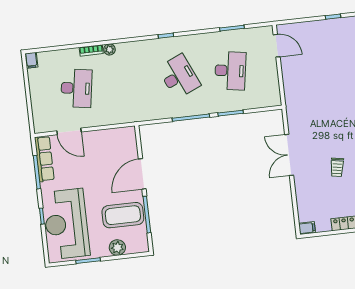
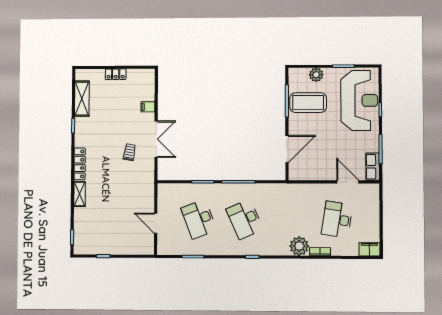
door: (277, 46) -> (156, 223), moved
plant: (110, 49) -> (299, 246), width x1.88, depth x1.88
filing cabinet: (31, 60) -> (369, 249), width x2.00
desk: (230, 71) -> (199, 219), turned -30
row of seats: (44, 159) -> (373, 167), width x0.68
trolley: (337, 167) -> (129, 152), moved
door: (142, 174) -> (287, 149), moved
filing cabinet: (307, 228) -> (148, 107), moved

